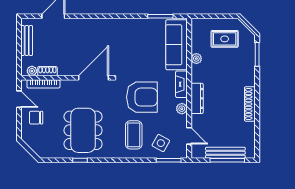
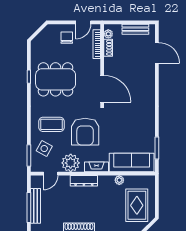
rug: (225, 39) -> (137, 205), width x1.36, depth x1.43
plant: (182, 109) -> (71, 163), width x1.87, depth x1.87

